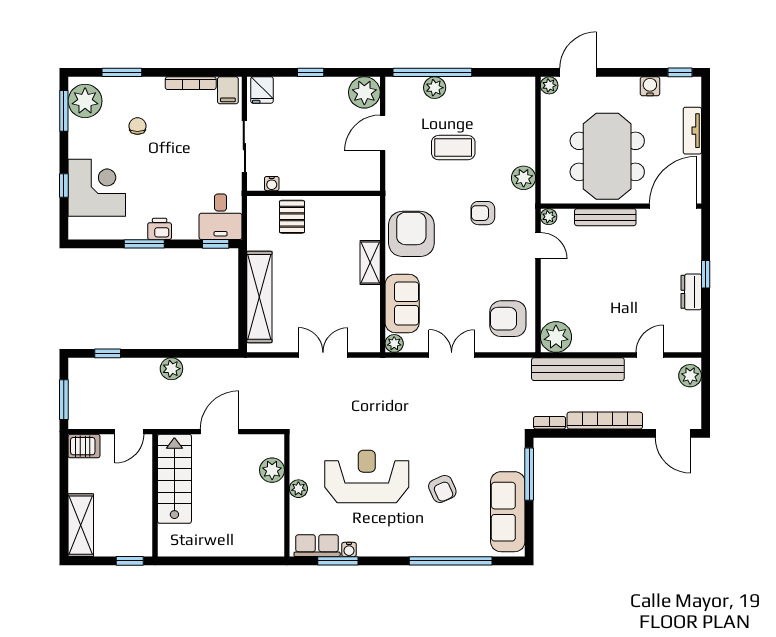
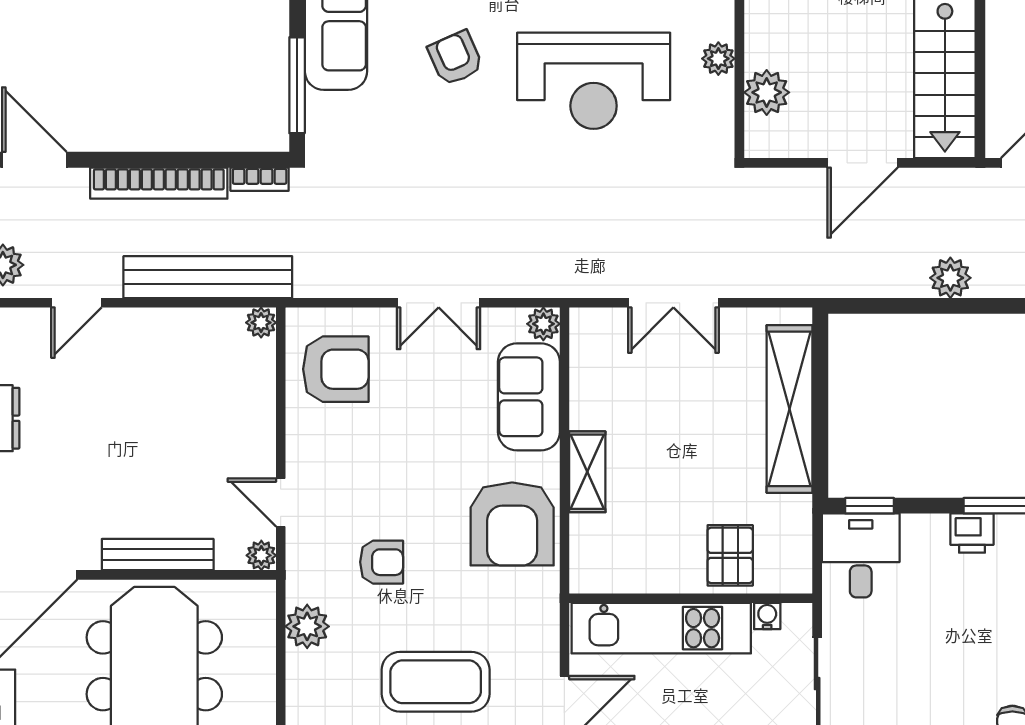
coffee table: (453, 148) -> (436, 682), width x1.36, depth x1.32
kitchen unit: (330, 177) -> (661, 628), added
plant: (556, 337) -> (261, 323), width x0.53, depth x0.53

